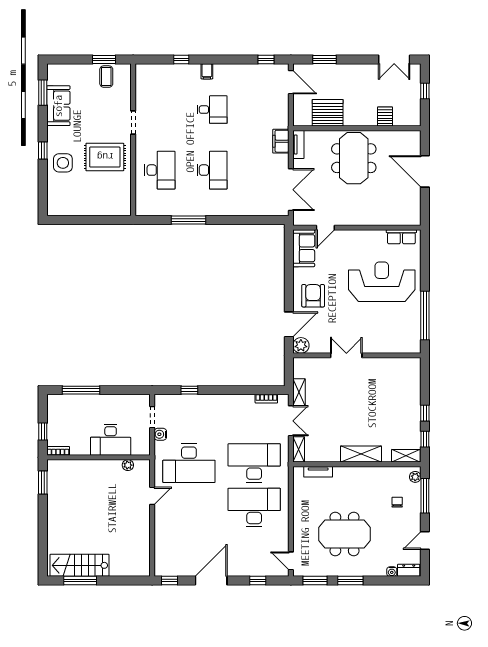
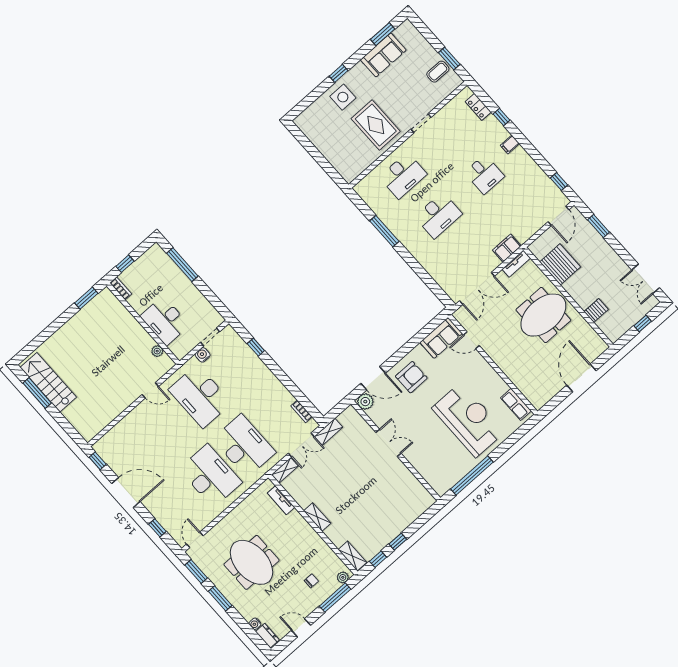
locker: (159, 70) -> (478, 107), added
shelving: (361, 454) -> (317, 517), width x0.67, depth x0.75

